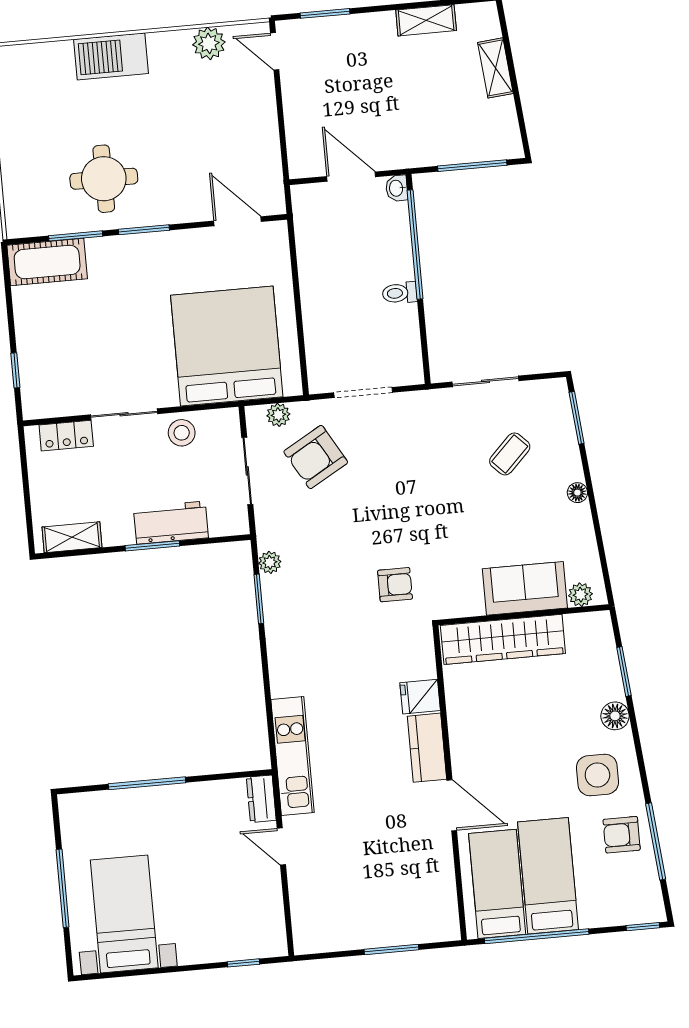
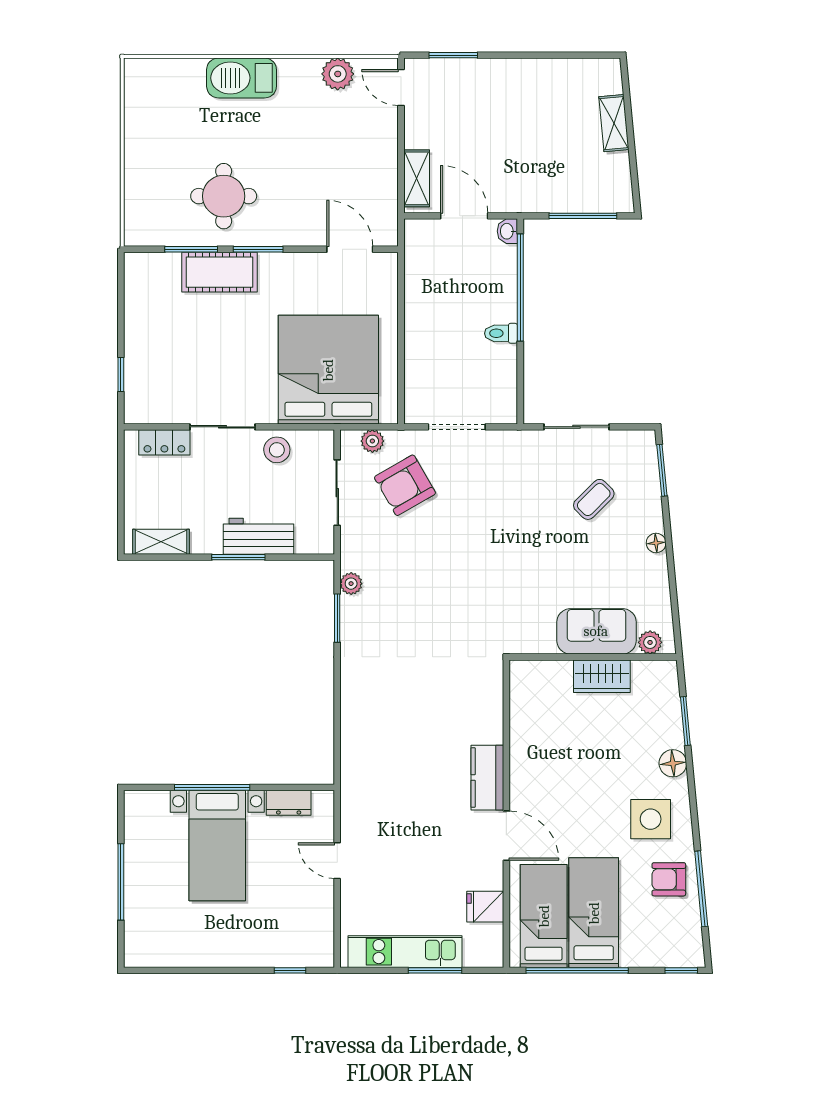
shelving: (426, 20) -> (417, 178), moved, turned 90
cot: (47, 262) -> (219, 272), moved
armchair: (395, 585) -> (471, 616), removed
wardrobe: (503, 639) -> (602, 676), width x0.48, depth x0.85
fridge: (420, 697) -> (485, 907), moved
kitchen unit: (293, 756) -> (405, 952), moved, turned -90
dresser: (261, 799) -> (289, 803), moved, turned -90
bed with nightstands: (124, 914) -> (217, 846), moved, turned 180

